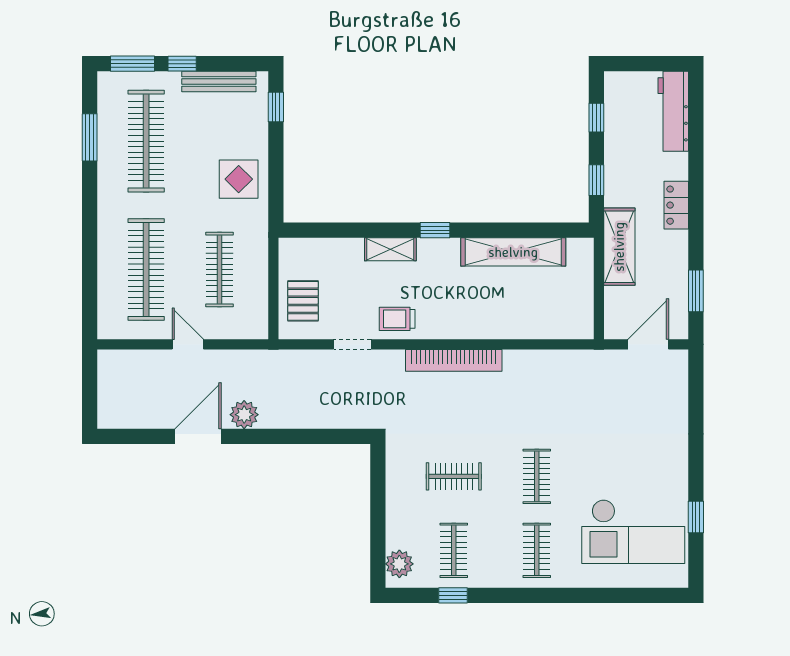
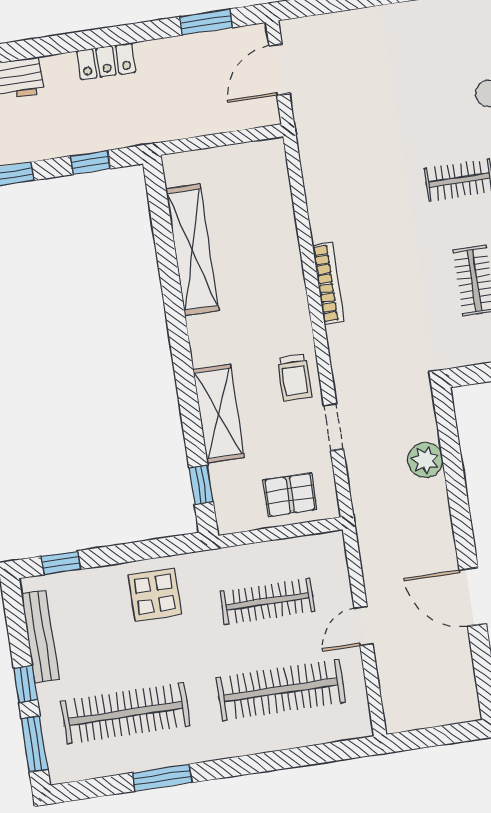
window: (90, 137) -> (162, 778), moved
window: (435, 230) -> (201, 485), moved
shelving: (619, 247) -> (167, 122), removed
shelving: (390, 249) -> (219, 414), width x1.50, depth x1.33
door: (648, 344) -> (279, 70), hinge flipped
bookcase: (454, 360) -> (328, 283), width x0.68, depth x0.76
plant: (244, 415) -> (425, 460), moved

